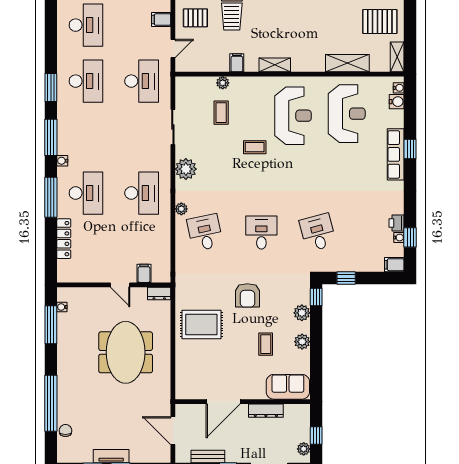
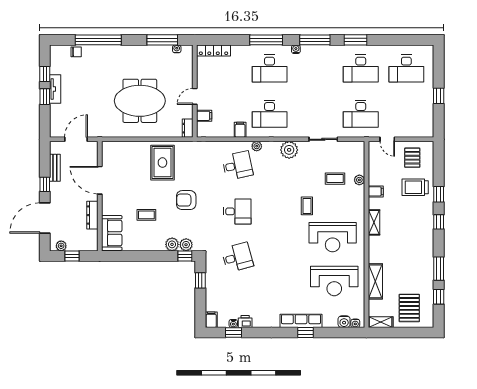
filing cabinet: (161, 19) -> (240, 130), moved
locker: (64, 239) -> (214, 50), moved
plant: (302, 342) -> (186, 245), moved

